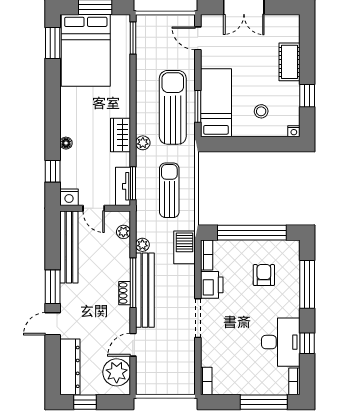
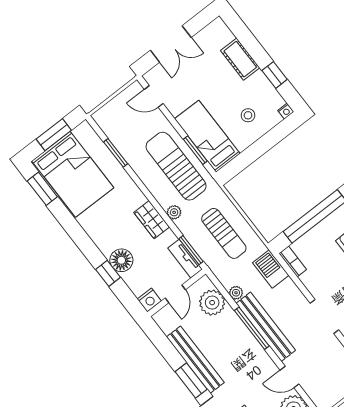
window: (133, 38) -> (116, 153), moved
floor lamp: (66, 143) -> (121, 260), width x1.89, depth x1.89
window: (53, 171) -> (108, 273), moved
sun lounger: (169, 190) -> (224, 233), turned 180
door: (94, 208) -> (175, 294), hinge flipped
plant: (123, 232) -> (212, 303), width x1.87, depth x1.87
bench: (69, 247) -> (195, 360), moved
printer: (212, 285) -> (315, 282), removed
shoe rack: (125, 293) -> (251, 342), removed
door: (133, 345) -> (290, 377), hinge flipped

